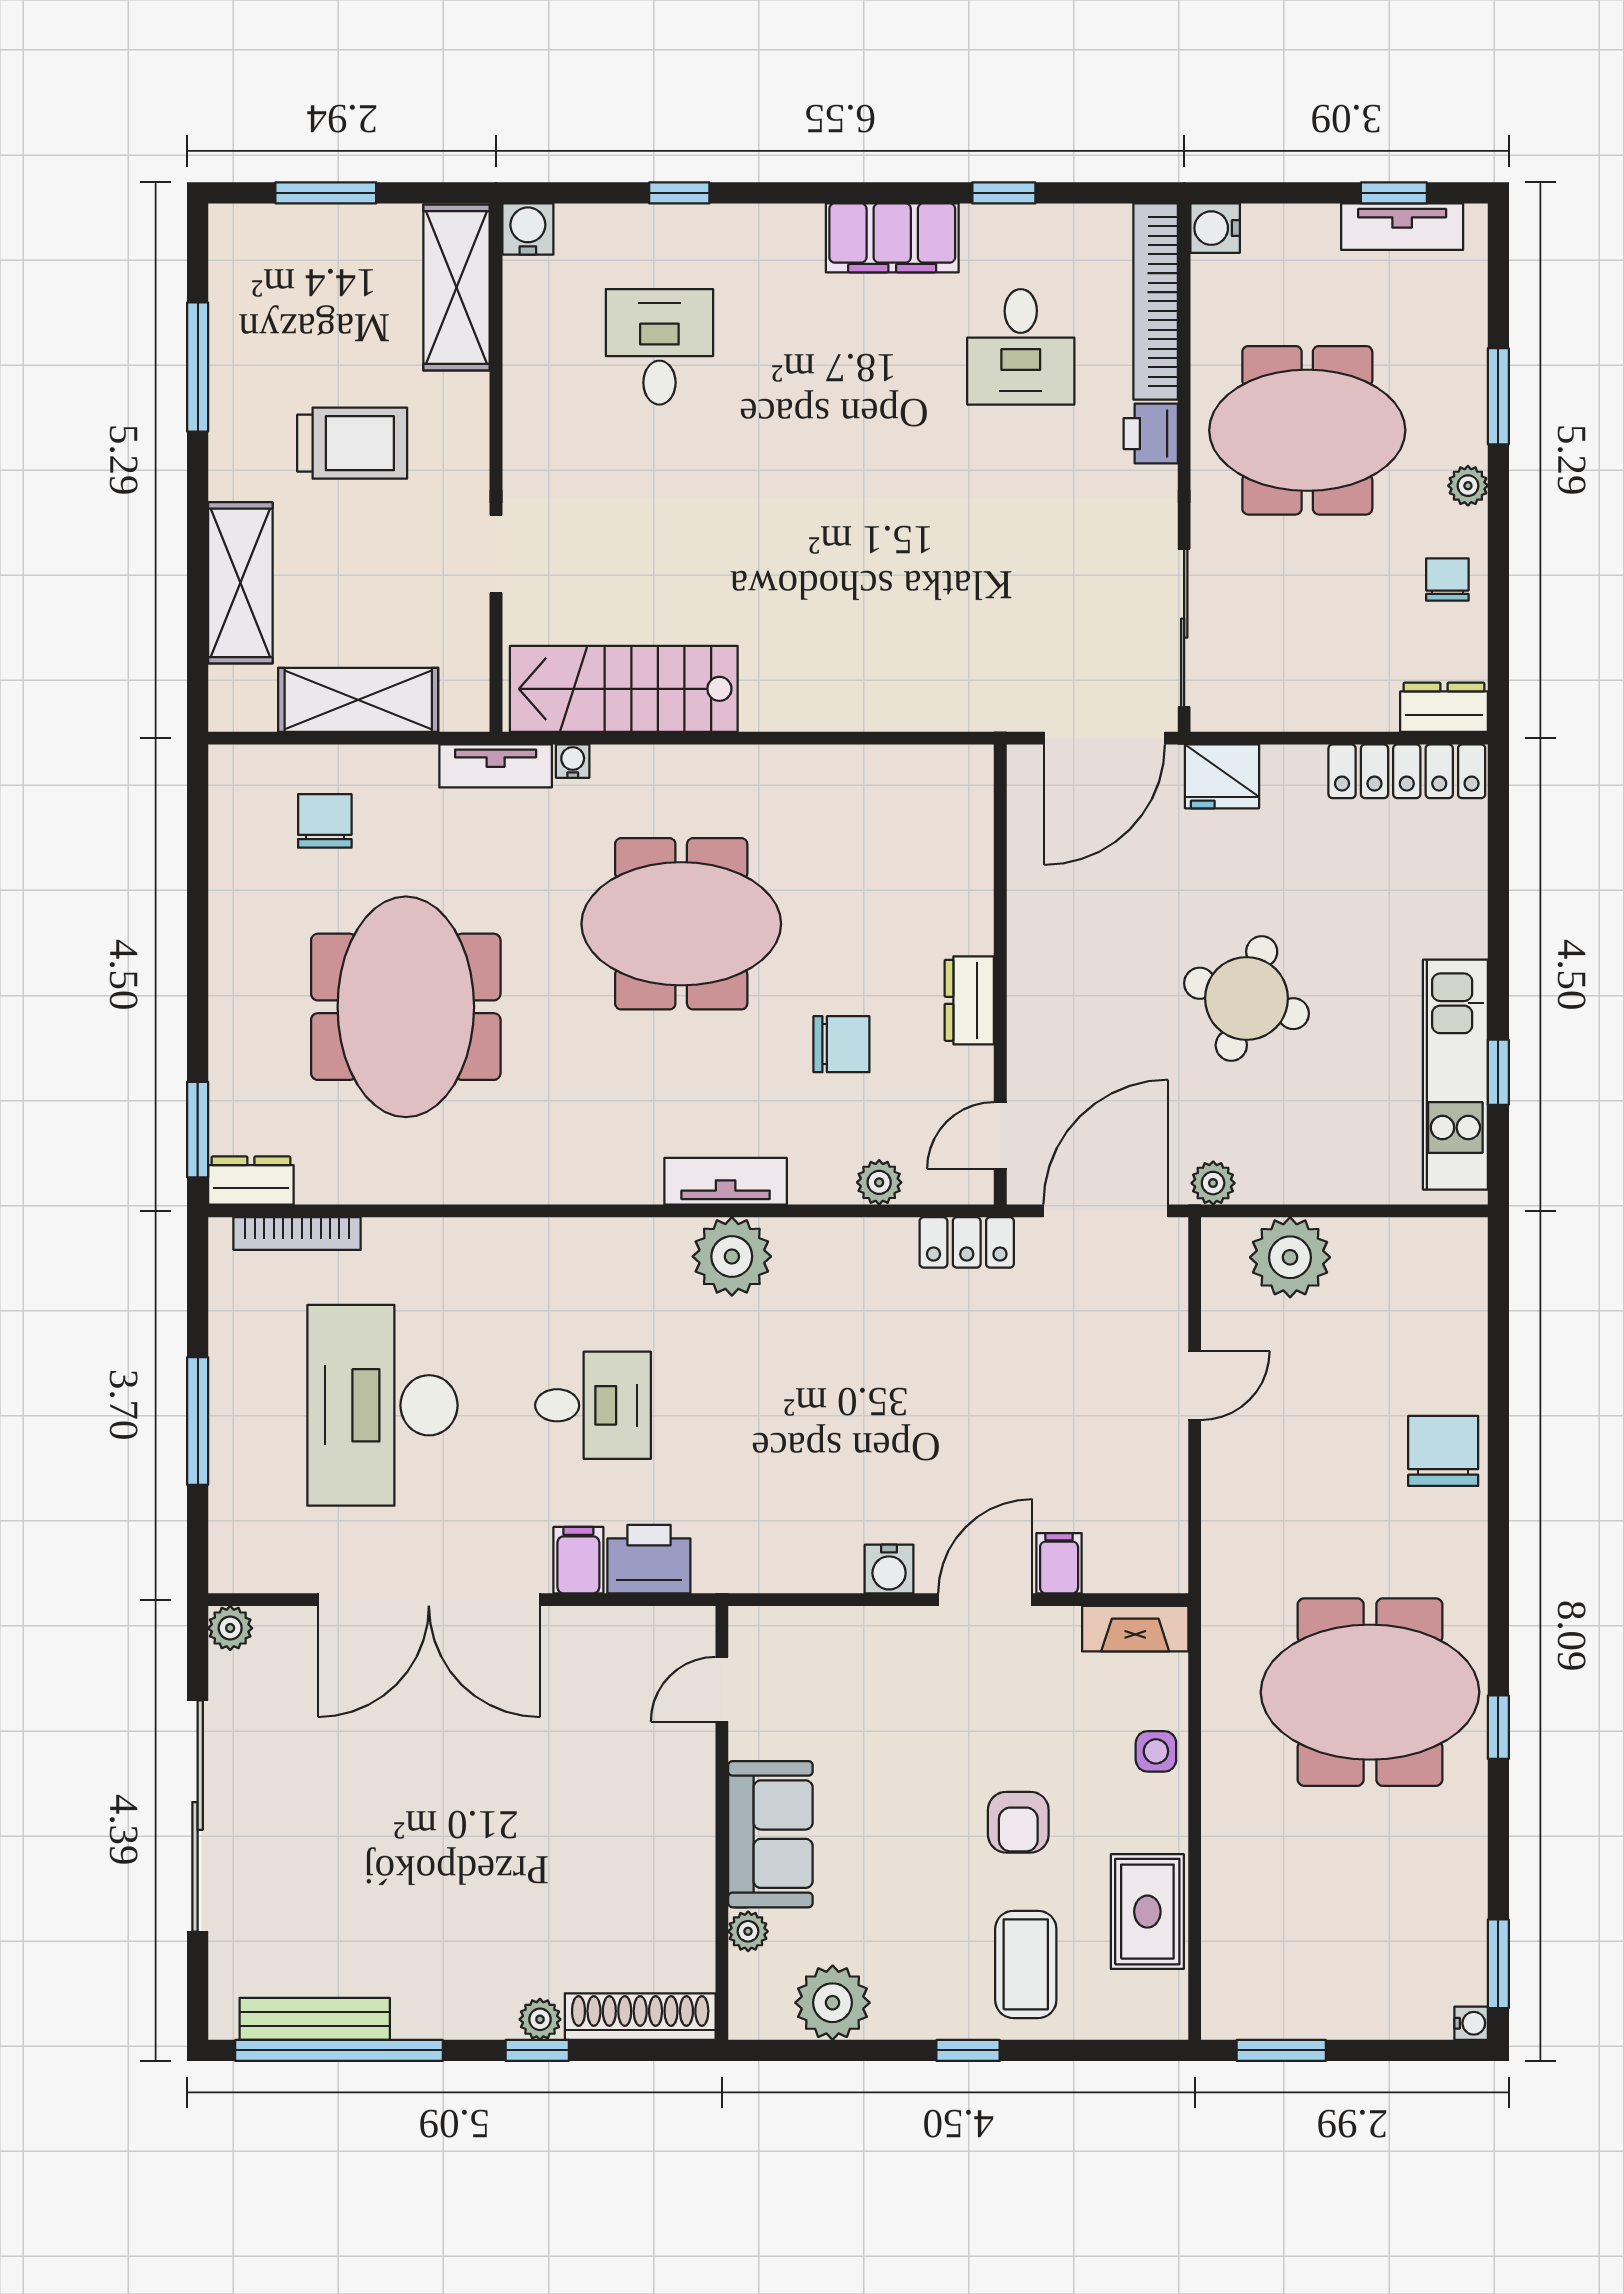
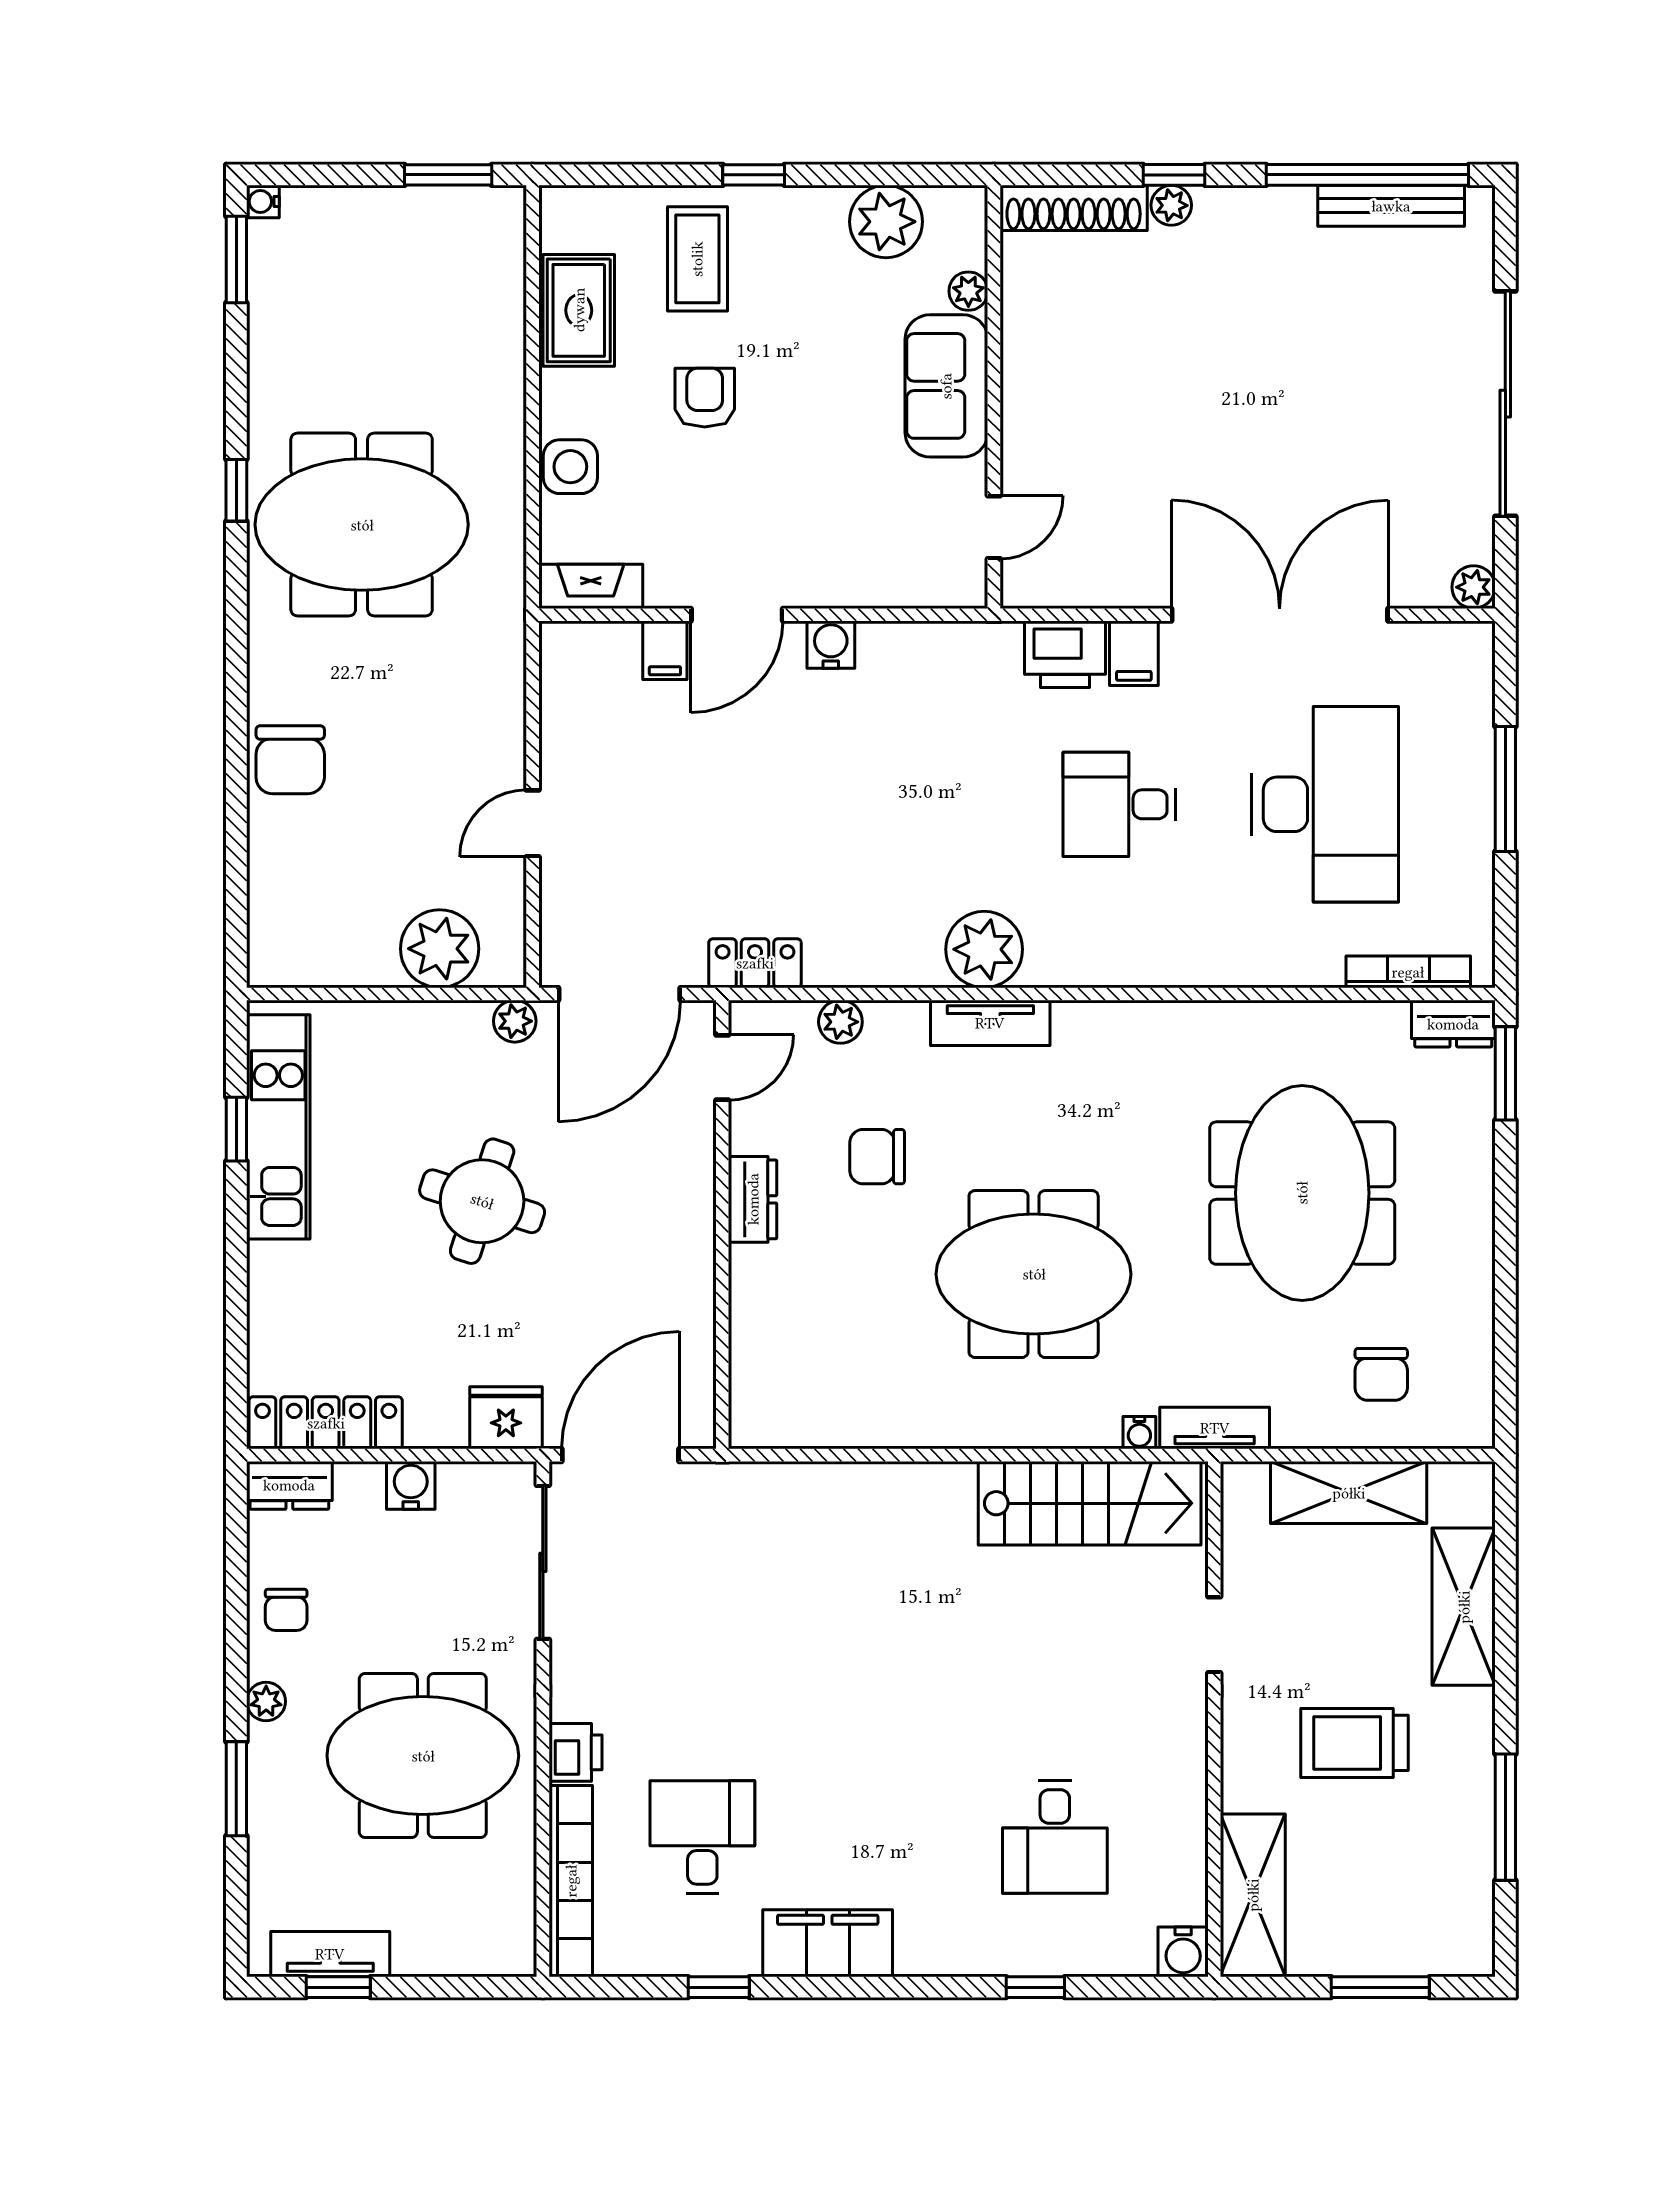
water cooler: (1215, 228) -> (411, 1485), moved, turned -90
side table: (1156, 1751) -> (570, 467), width x1.37, depth x1.37

